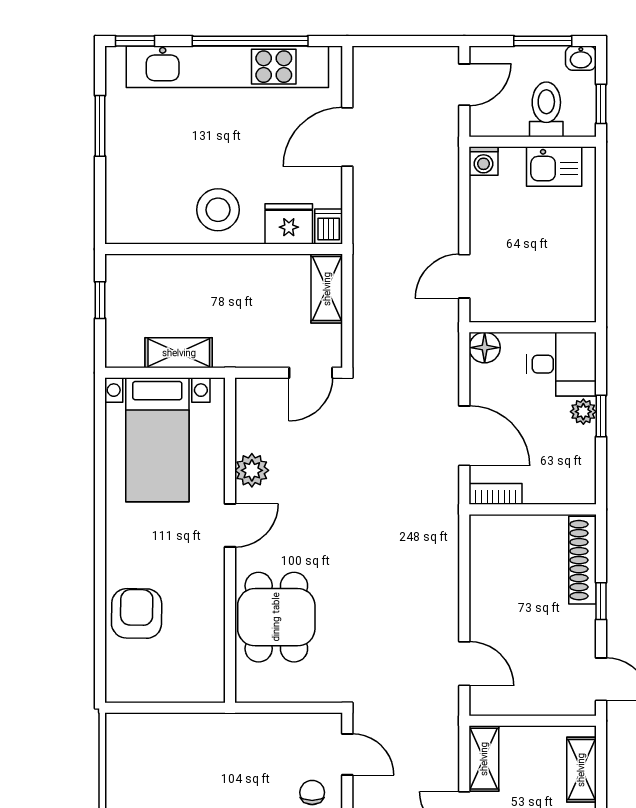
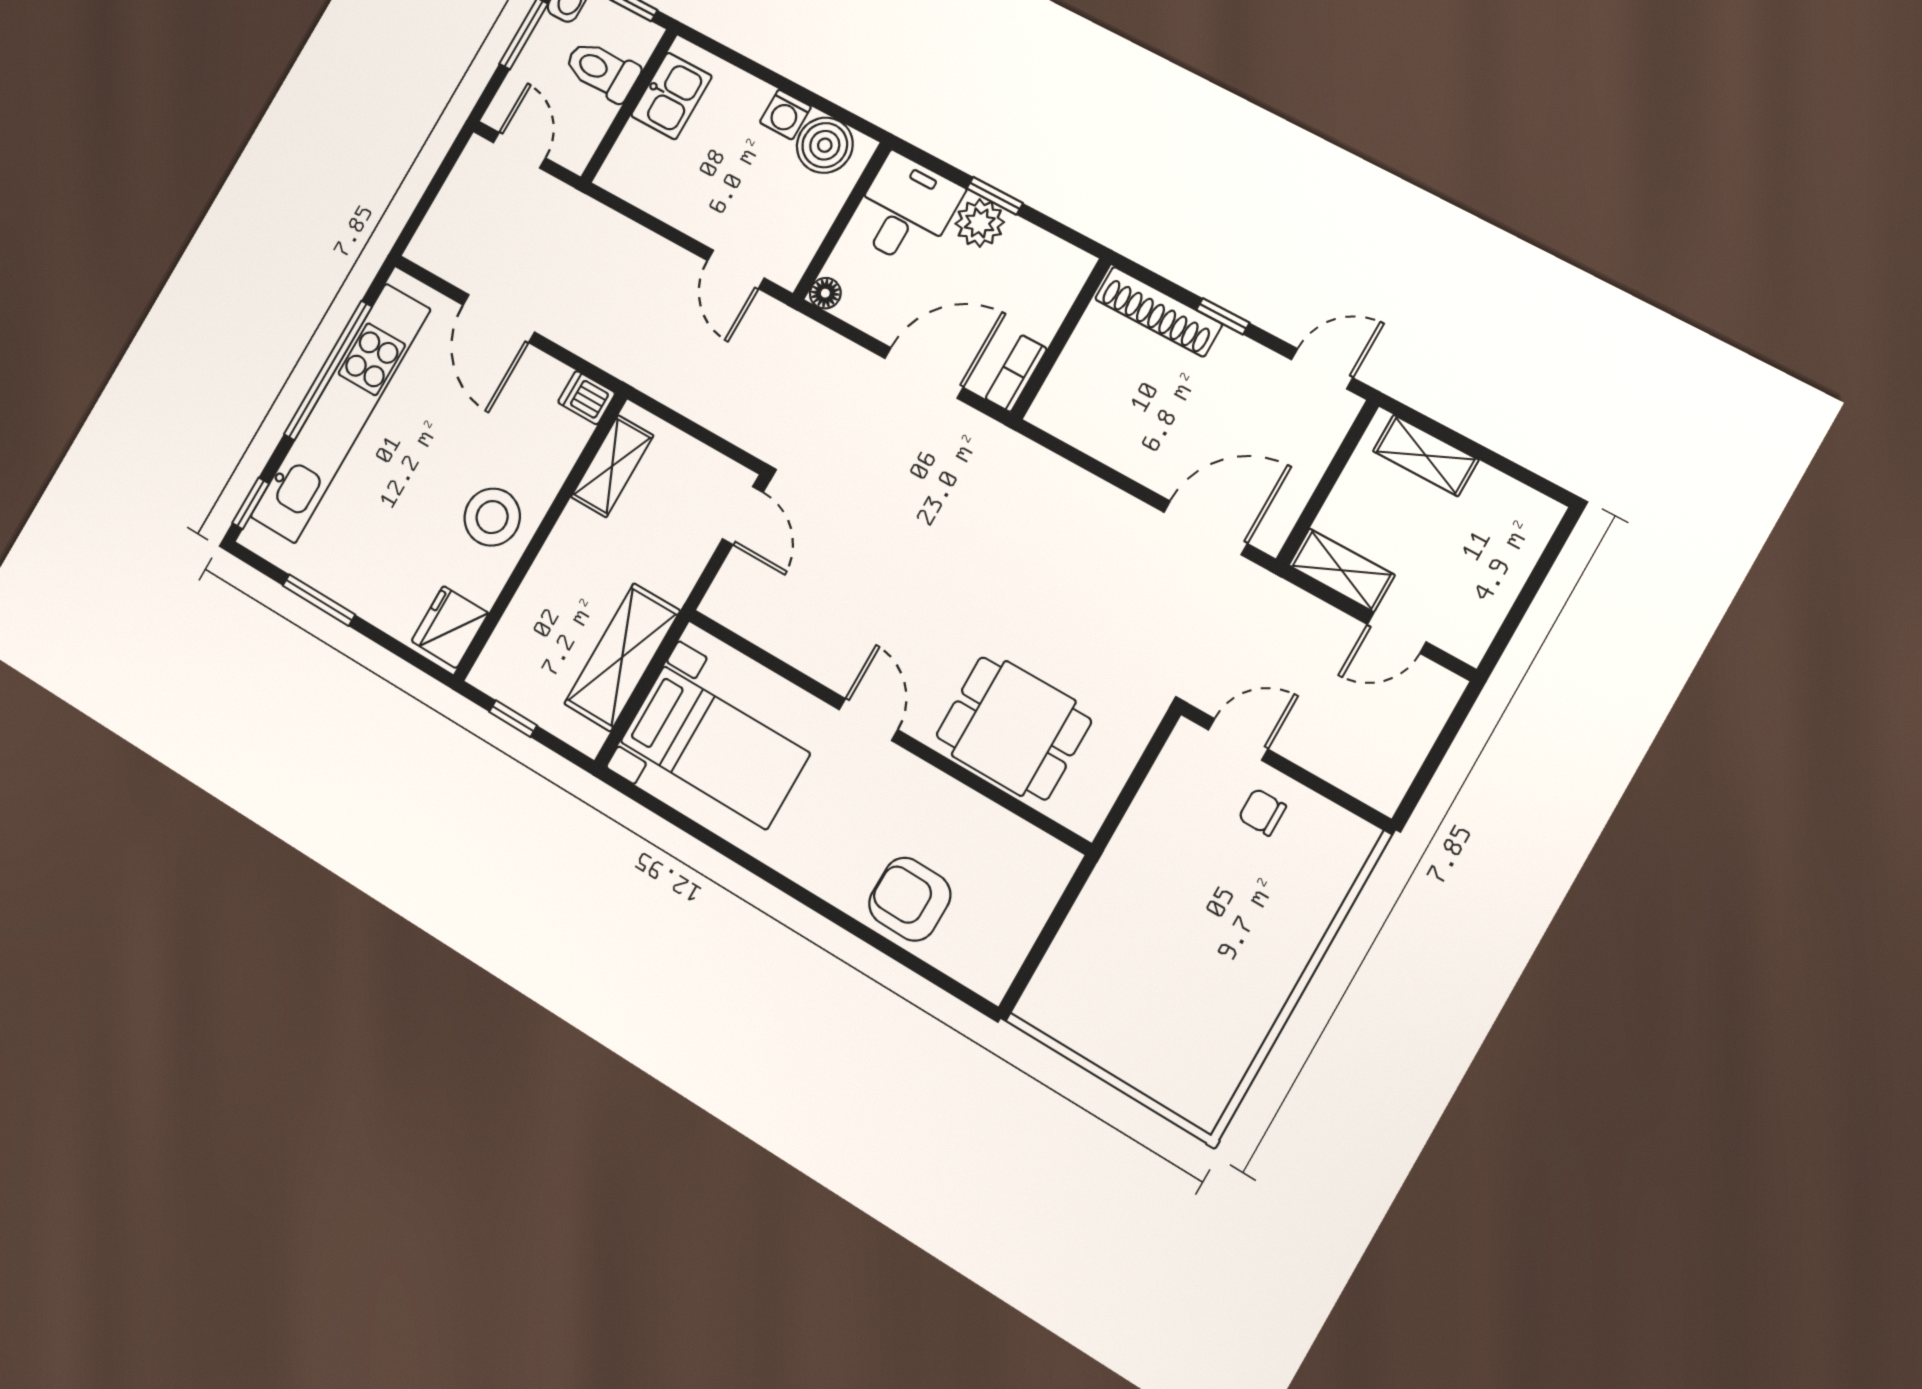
washing machine: (484, 161) -> (785, 114), moved, turned 90
fridge: (289, 224) -> (450, 627), moved
boiler: (575, 287) -> (825, 145), added
shelving: (327, 289) -> (612, 466), moved, turned 90
floor lamp: (485, 348) -> (825, 293), width x0.73, depth x0.73
shelving: (179, 353) -> (622, 657), width x1.50, depth x1.33
plant: (583, 412) -> (980, 223), width x1.38, depth x1.38
plant: (252, 470) -> (817, 654), removed
door: (464, 664) -> (1205, 528), width x1.38

